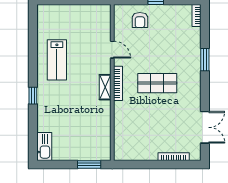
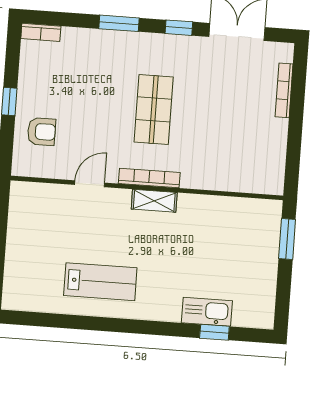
window: (205, 94) -> (179, 28), added
window: (33, 96) -> (214, 332), moved
kitchen sink: (44, 146) -> (207, 312), moved

